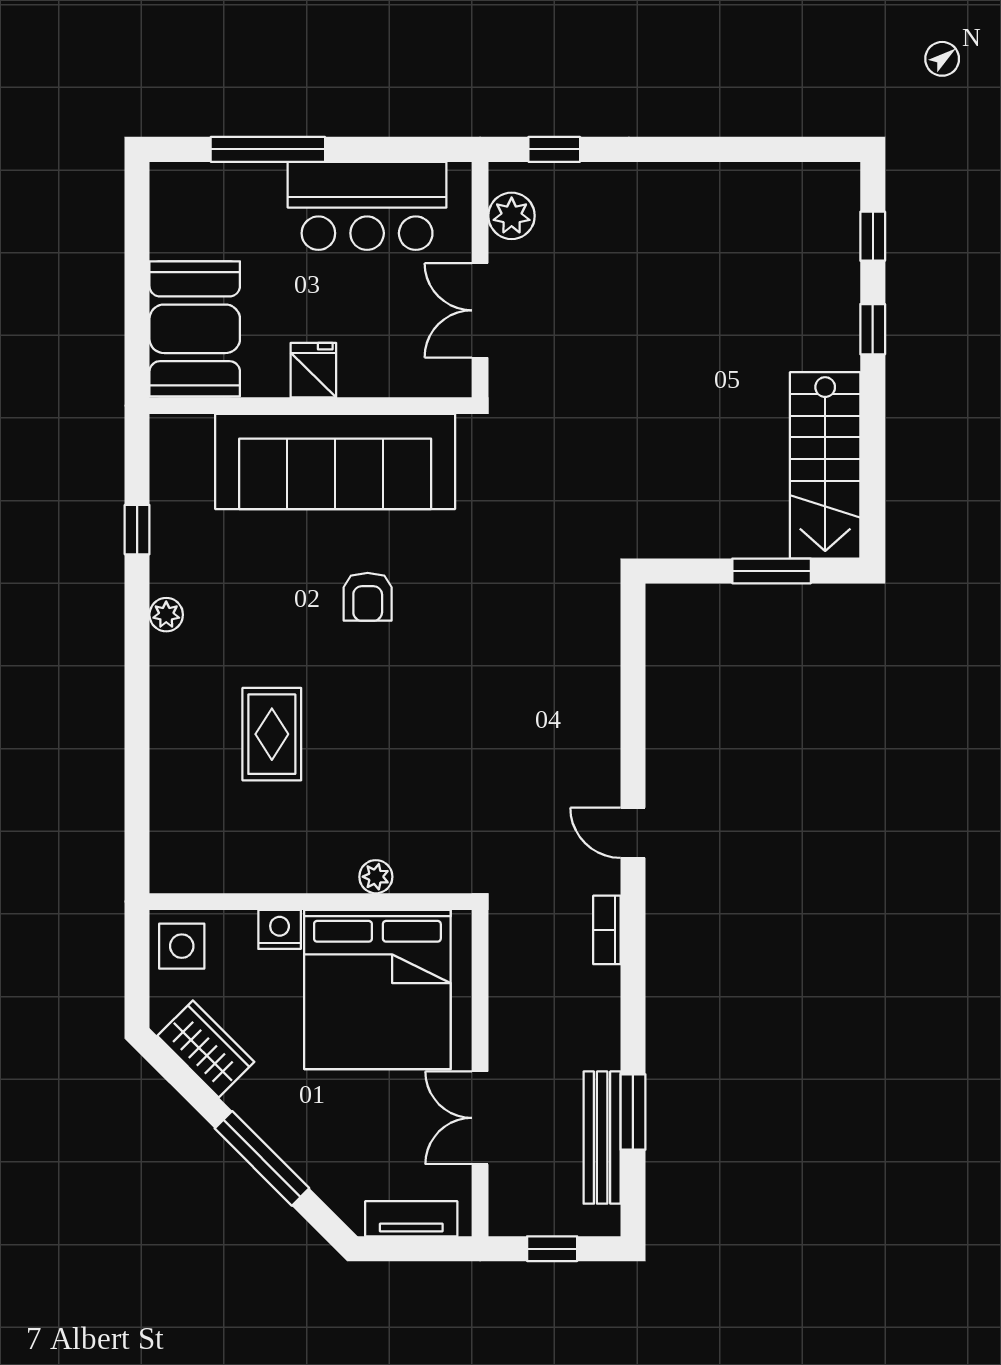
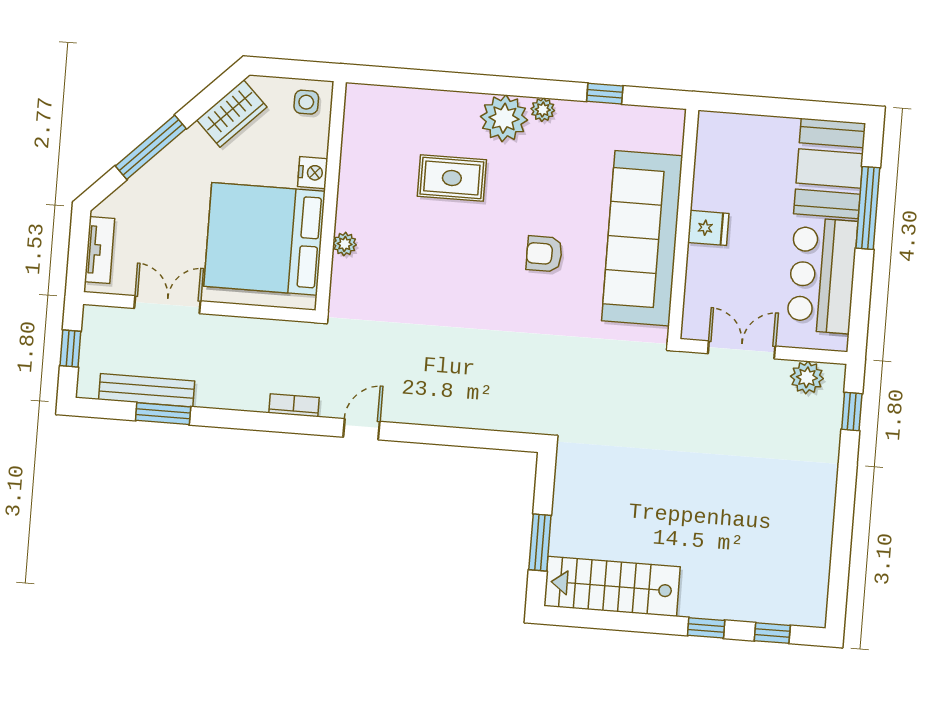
booth: (195, 329) -> (830, 168), moved, turned 90
plant: (183, 668) -> (504, 118), added
side table: (182, 946) -> (306, 102), width x0.73, depth x0.73

